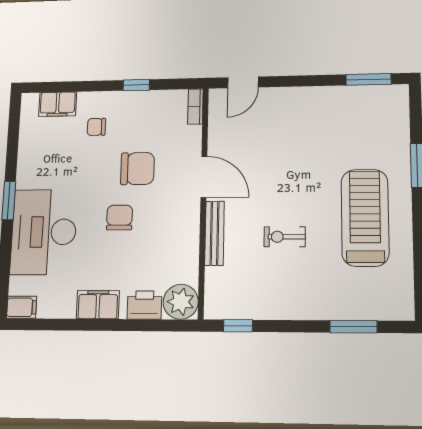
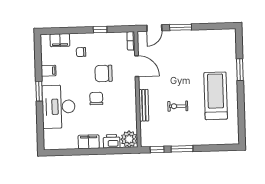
window: (368, 79) -> (181, 27), moved
chair: (137, 169) -> (104, 73), turned 180
door: (204, 177) -> (137, 66), moved
filing cabinet: (22, 307) -> (49, 71), moved
window: (353, 327) -> (182, 149), moved

